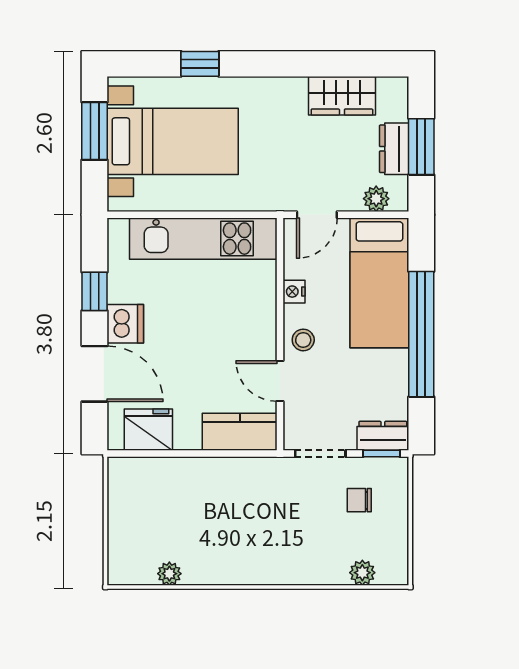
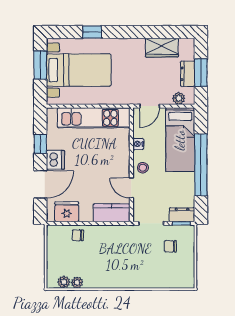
door: (95, 374) -> (40, 184), hinge flipped
chair: (171, 477) -> (78, 235), added
plant: (362, 573) -> (64, 282), moved

